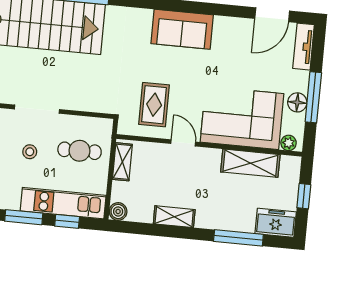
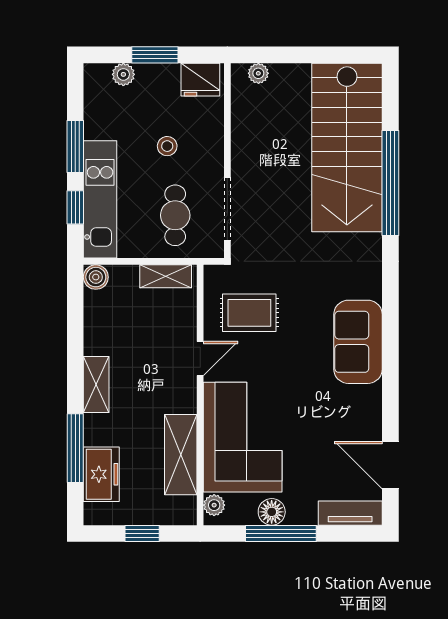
doorway: (37, 109) -> (227, 209), moved
shelving: (174, 217) -> (96, 385), moved
freezer: (276, 223) -> (101, 474), moved

